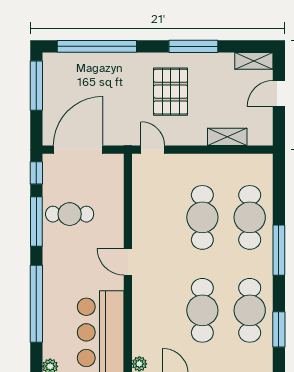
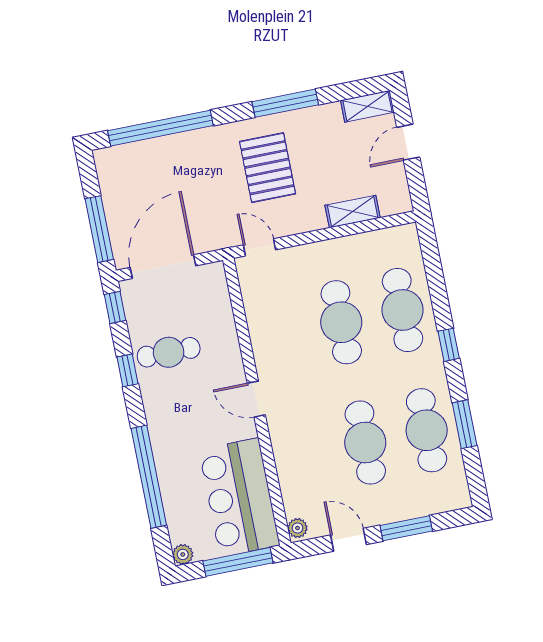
window: (36, 86) -> (99, 229), moved
window: (36, 221) -> (128, 370), width x0.46
window: (279, 250) -> (449, 345), width x0.46
window: (279, 329) -> (465, 424), moved

